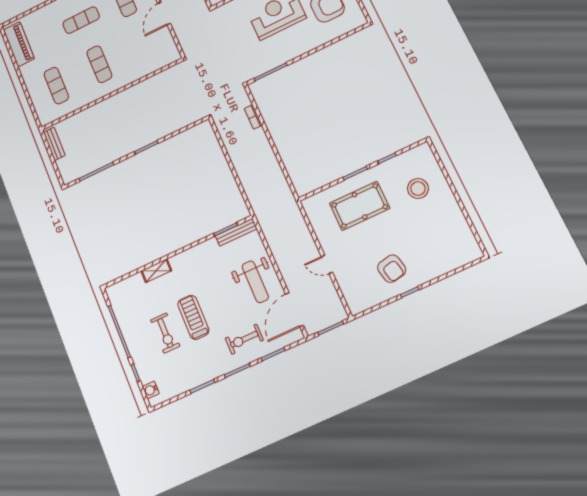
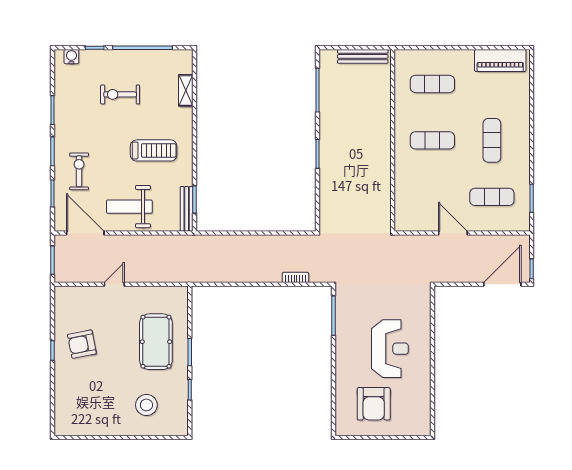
bench: (54, 144) -> (363, 56), width x1.36
shelving: (156, 271) -> (186, 90), moved
treadmill: (193, 317) -> (154, 150), moved

